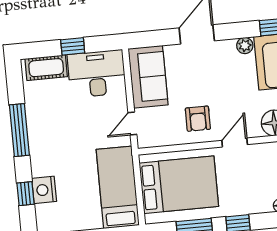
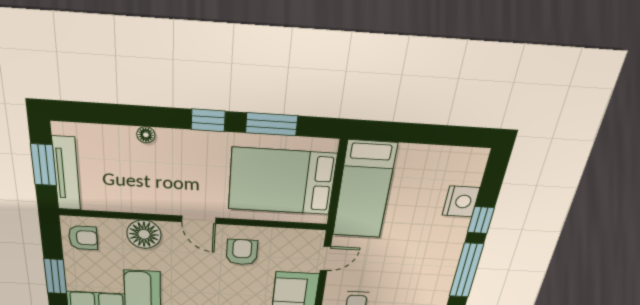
door: (235, 142) -> (199, 220), hinge flipped
window: (26, 194) -> (481, 220), moved

